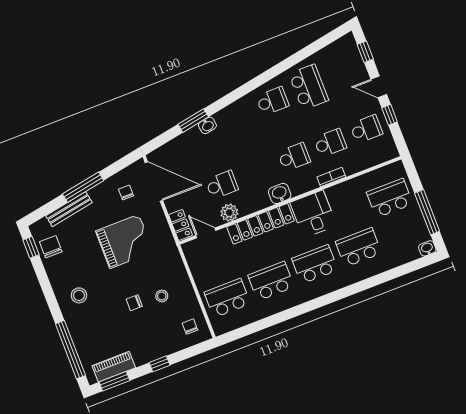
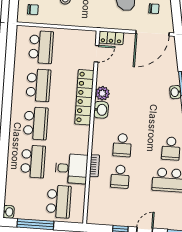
school desk: (366, 129) -> (118, 208), removed
school desk: (222, 185) -> (127, 82), removed
washbasin: (280, 193) -> (101, 110), moved
plant: (229, 213) -> (102, 93), moved
desk: (313, 214) -> (71, 169), moved

